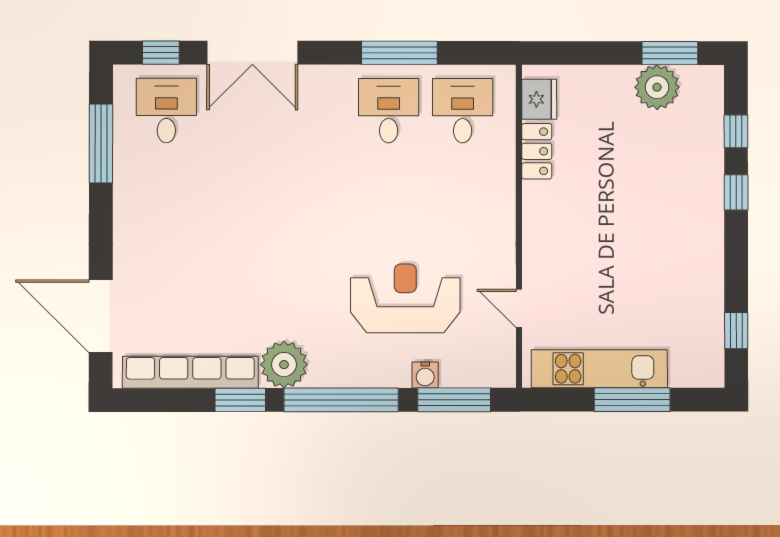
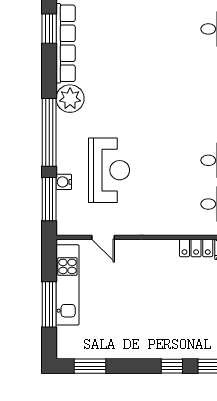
door: (519, 308) -> (103, 237), swing flipped
window: (736, 331) -> (90, 366), width x1.50
window: (240, 400) -> (49, 29), moved

